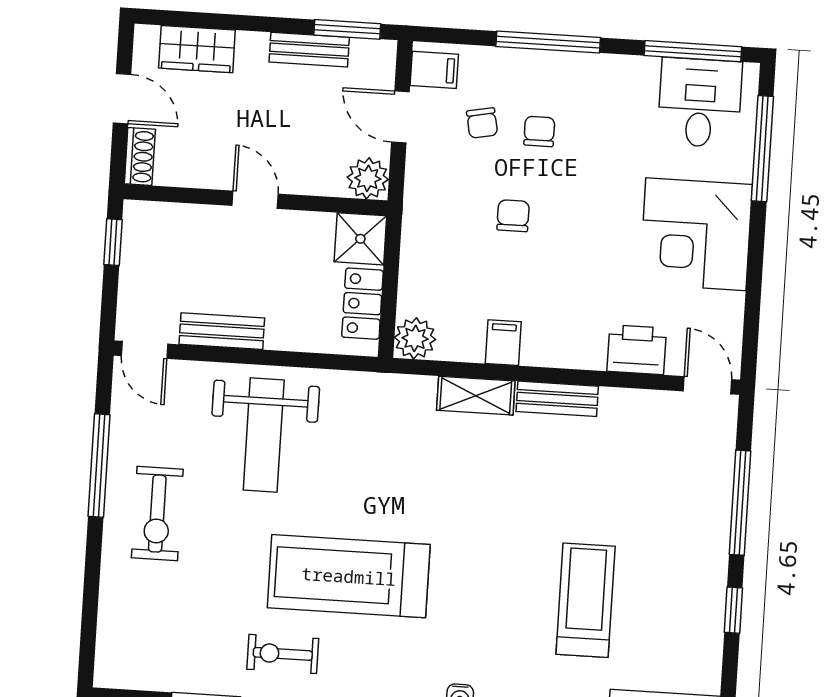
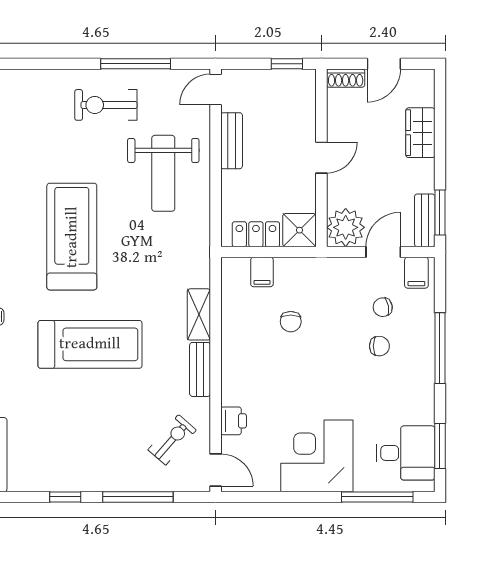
wardrobe: (197, 49) -> (420, 133), moved
bench: (309, 50) -> (425, 220), moved
window: (693, 51) -> (440, 446), width x0.69
plant: (368, 178) -> (346, 227), width x1.36, depth x1.36
chair: (513, 216) -> (291, 322), moved, turned 90
plant: (415, 338) -> (235, 271), removed
filing cabinet: (503, 343) -> (262, 272), moved, turned 90
printer: (637, 350) -> (234, 421), width x0.73, depth x0.81
door: (707, 385) -> (216, 470), hinge flipped
weight bench: (264, 435) -> (163, 173), turned -90
treadmill: (586, 600) -> (90, 344), moved, width x1.37, depth x1.37
exercise bike: (283, 654) -> (172, 440), moved, turned 41

